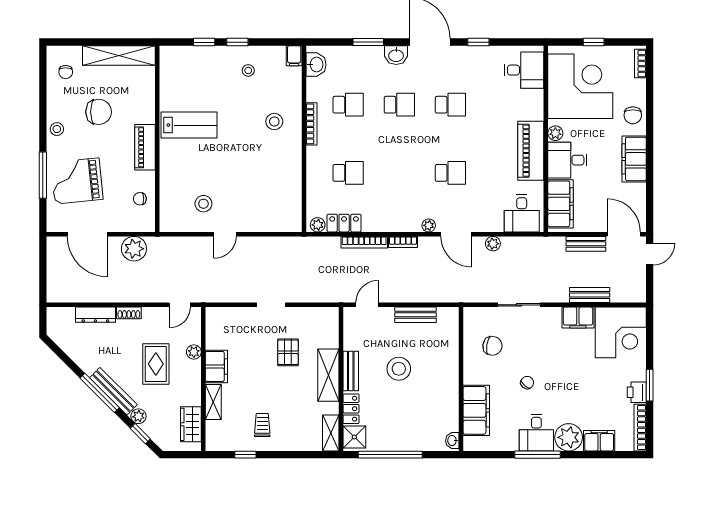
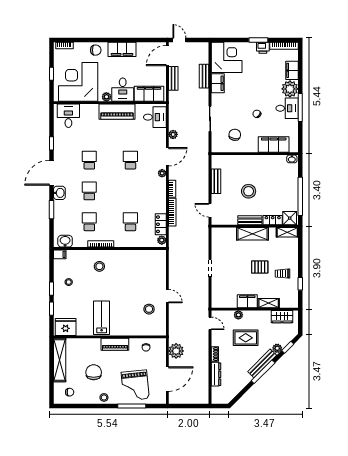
fridge: (174, 65) -> (66, 327), added
pallet: (288, 352) -> (260, 267), moved

